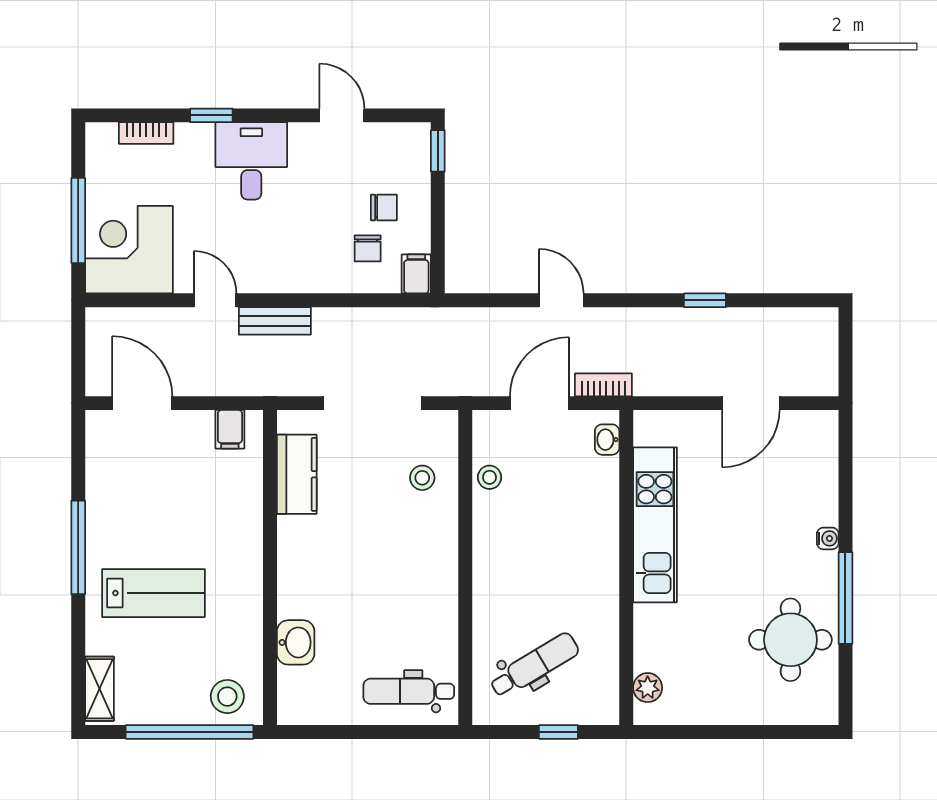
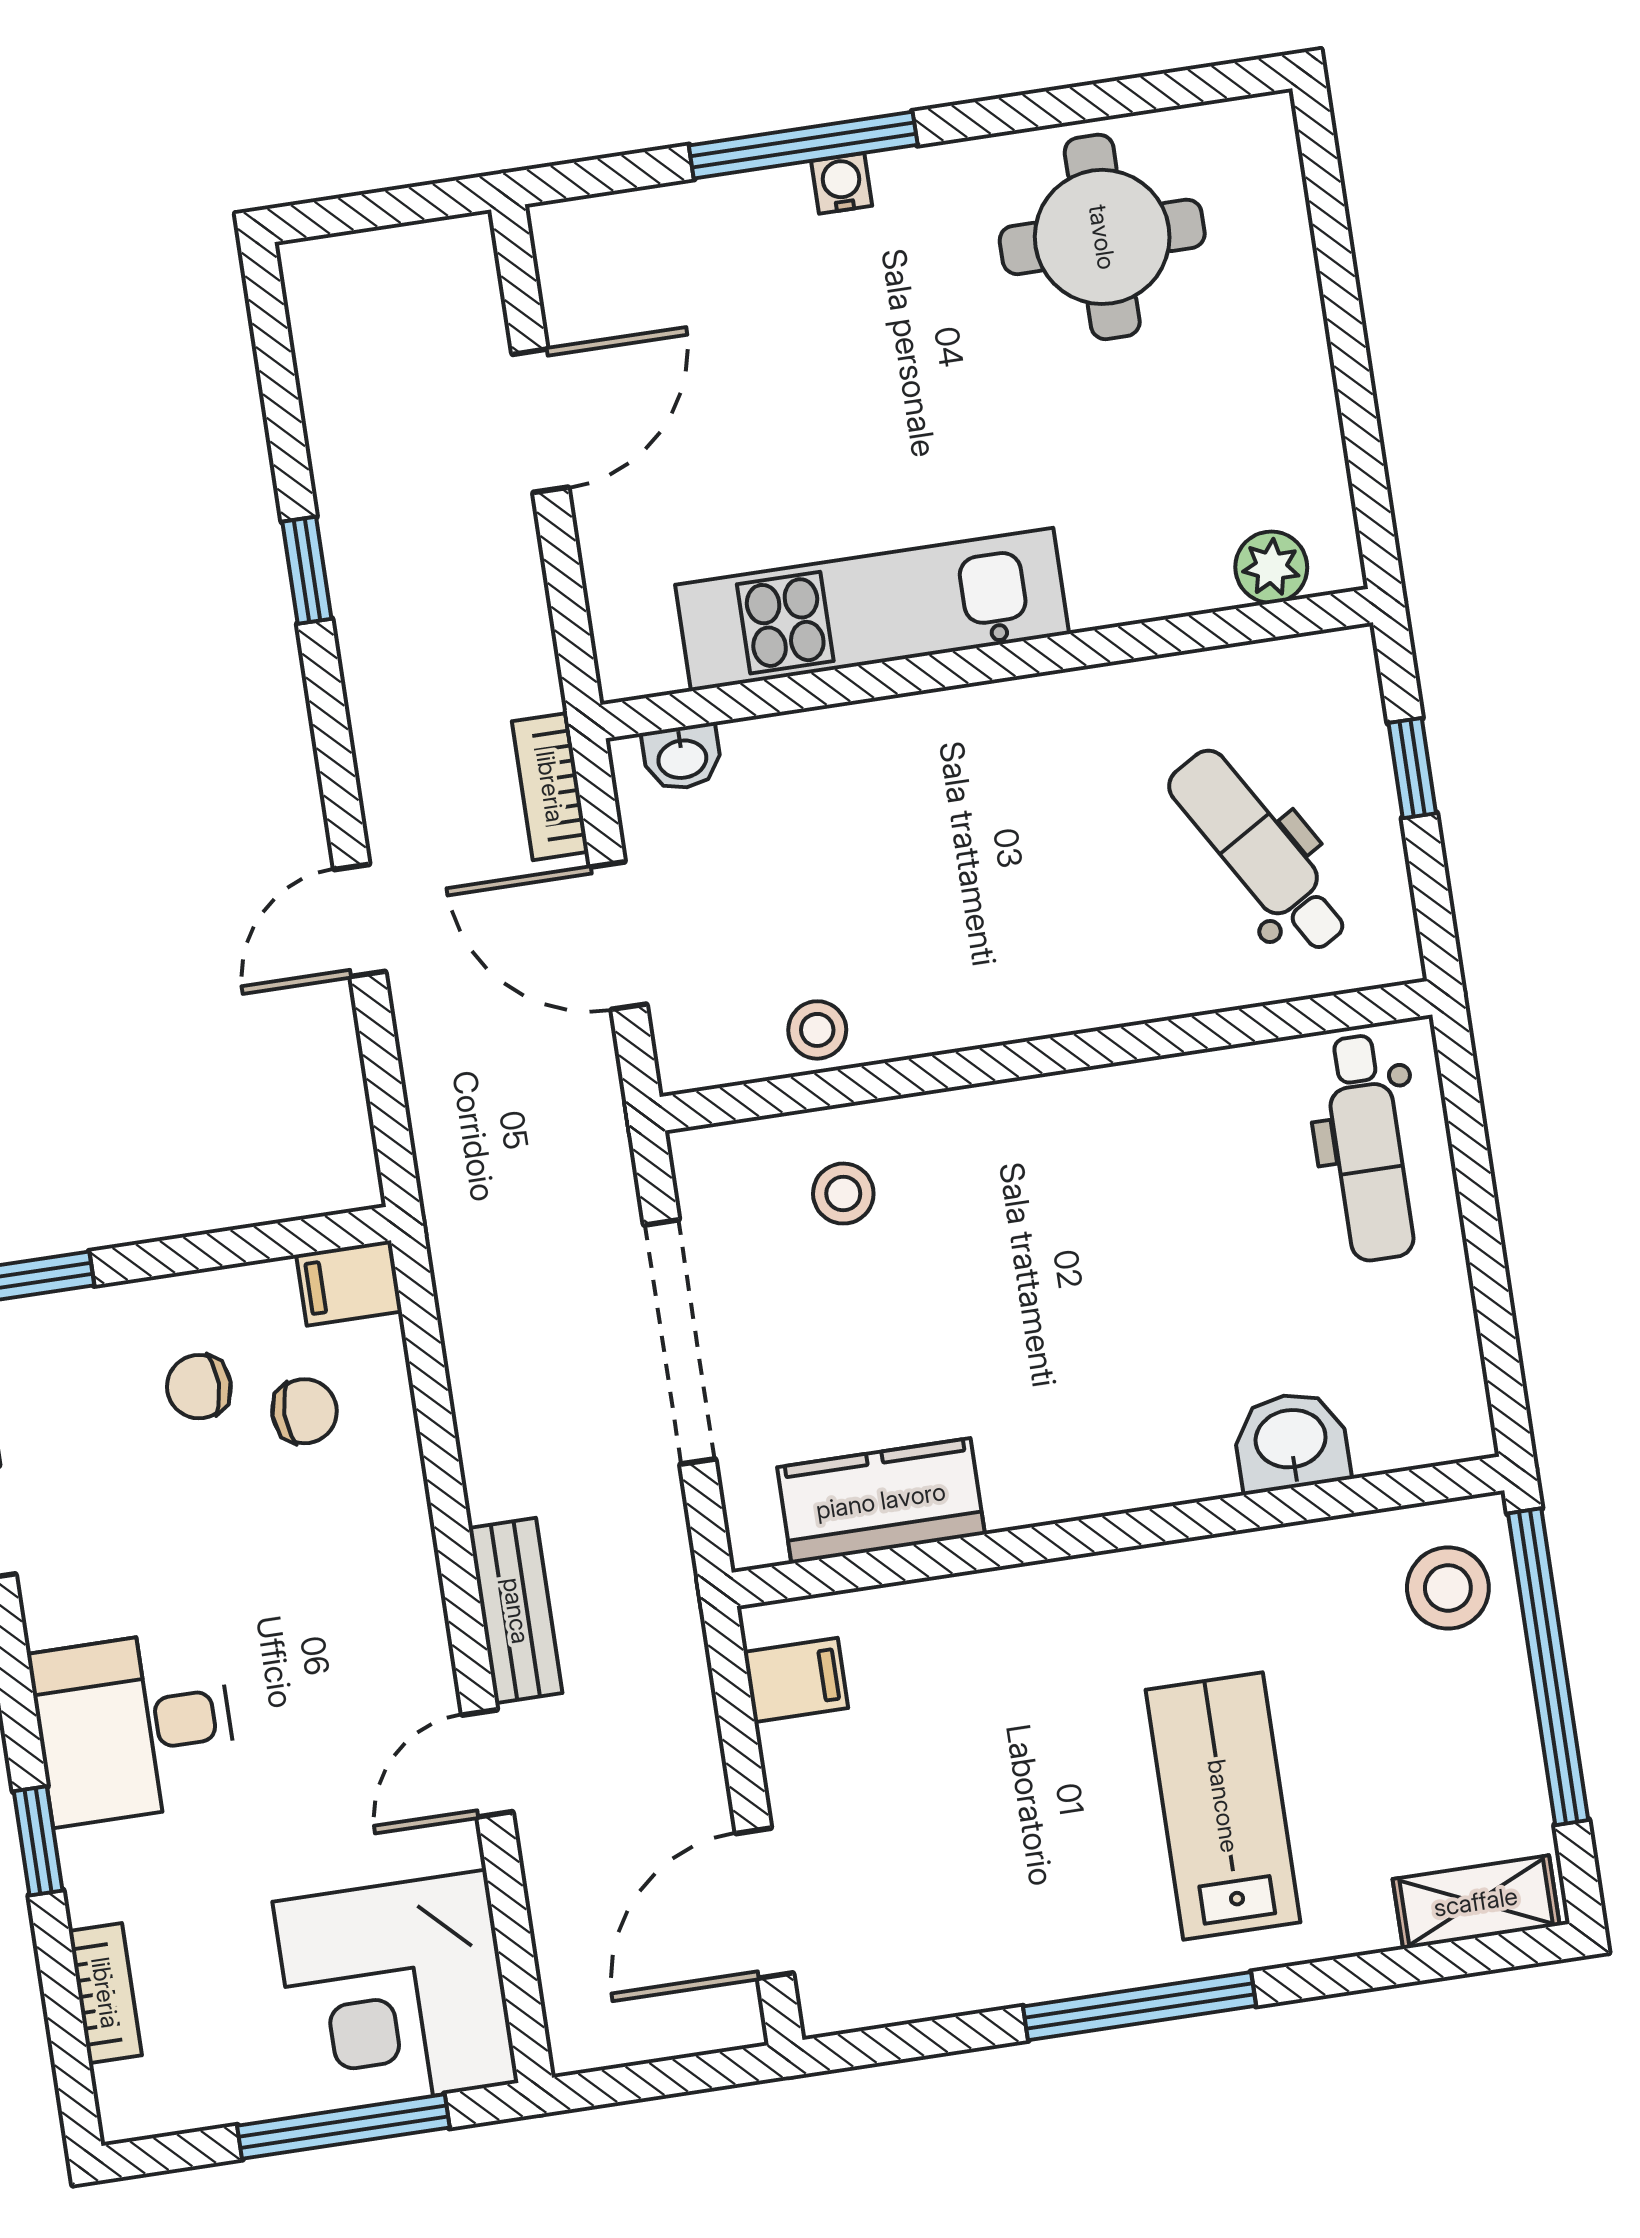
chair: (384, 207) -> (199, 1387), turned -90
door: (751, 403) -> (540, 421), hinge flipped
window: (845, 598) -> (803, 145), moved

